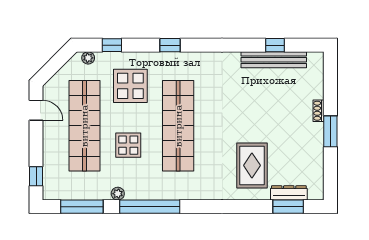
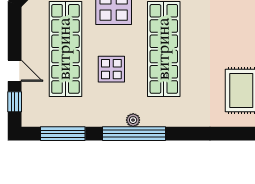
door: (36, 110) -> (15, 71), moved
plant: (118, 194) -> (133, 120), moved

